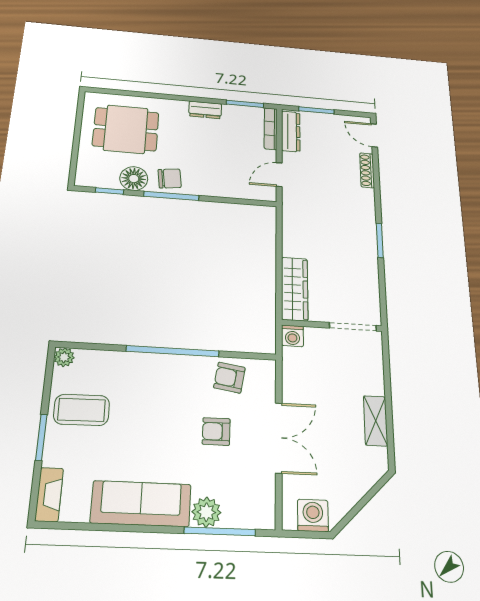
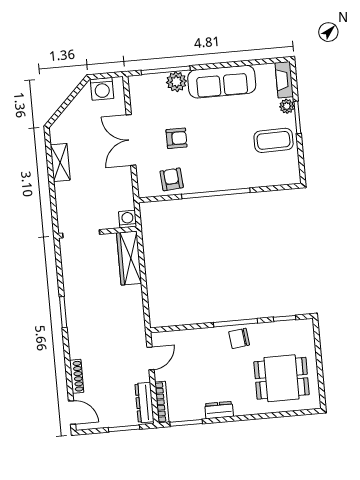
floor lamp: (134, 179) -> (268, 333), removed
plant: (64, 357) -> (287, 106), moved
armchair: (229, 378) -> (172, 179), turned -104

